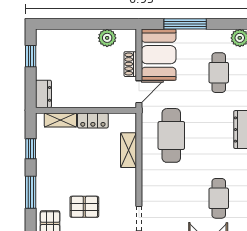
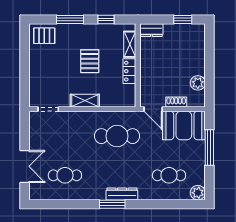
shelving: (128, 150) -> (85, 101), moved
pallet: (84, 207) -> (90, 61), moved

